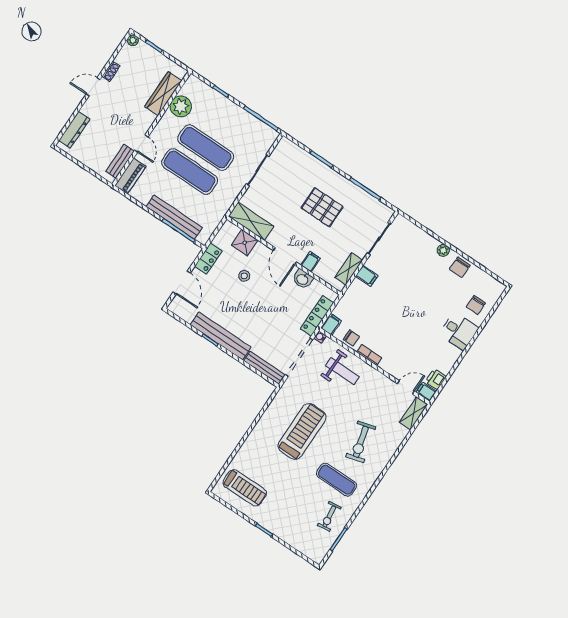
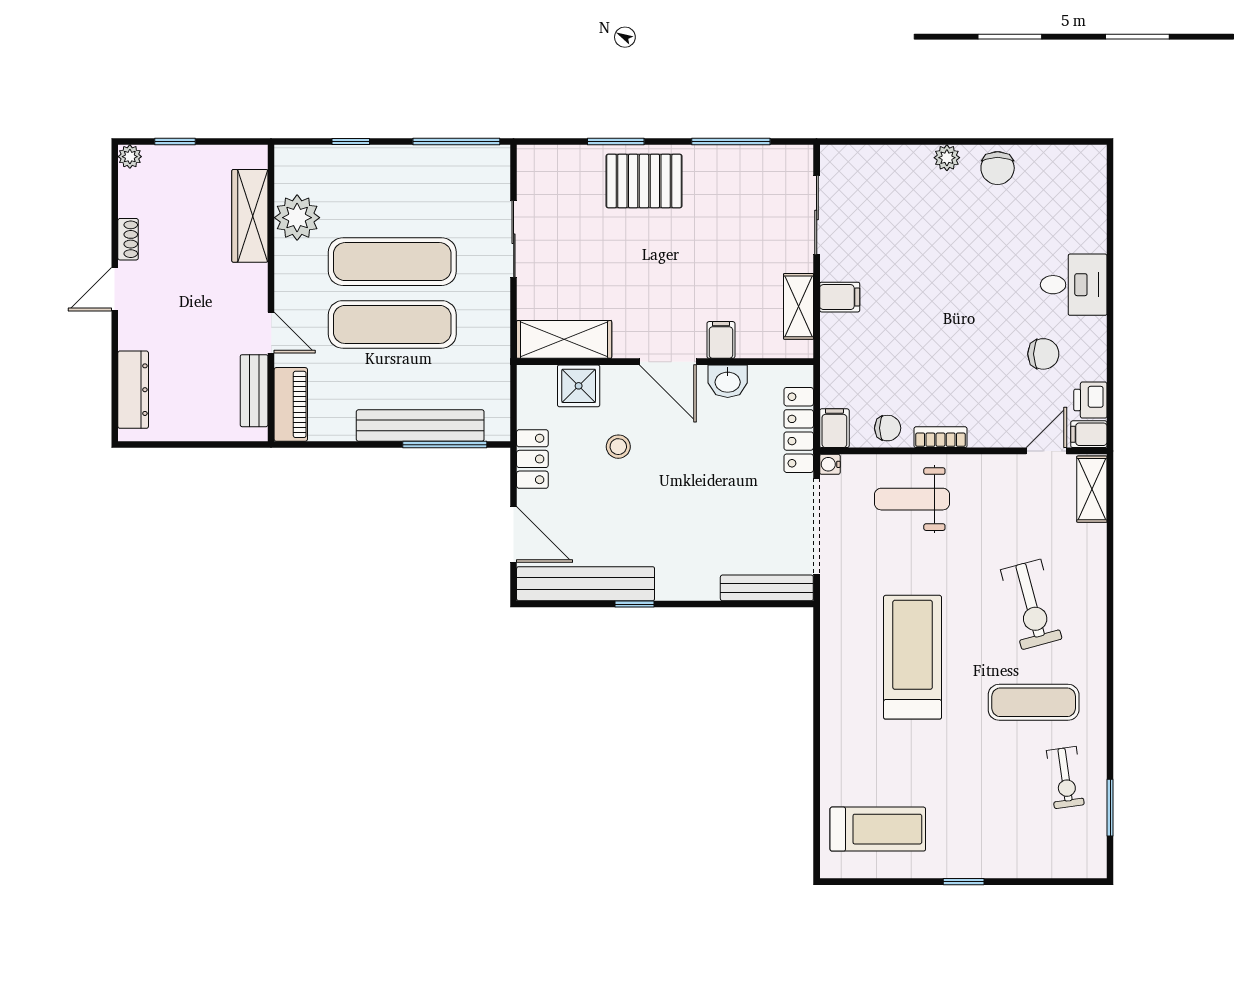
pallet: (322, 207) -> (644, 181), moved
chair: (476, 305) -> (1043, 354), moved, turned -90
bench: (221, 336) -> (586, 584), moved
weight bench: (342, 371) -> (912, 499), turned 180

